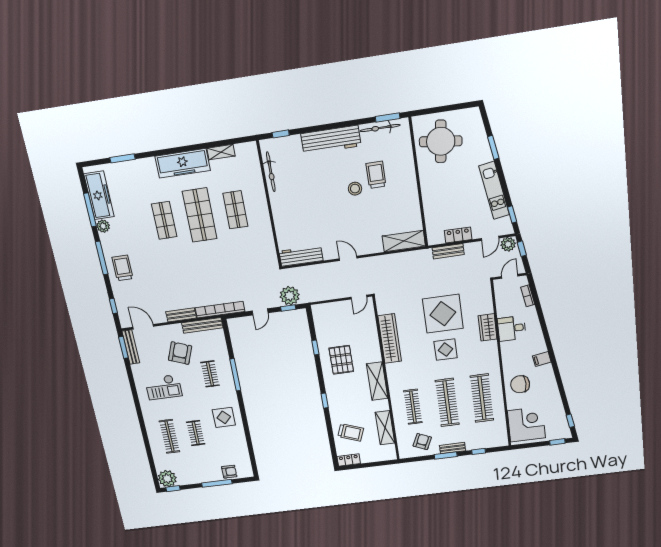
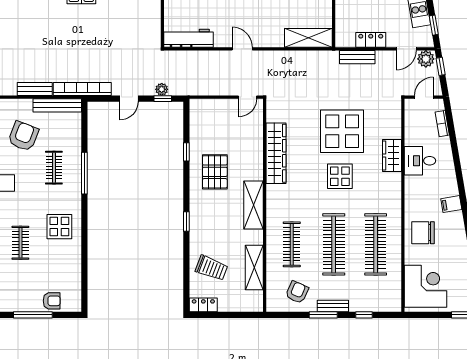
plant: (290, 296) -> (162, 89), width x0.53, depth x0.53

